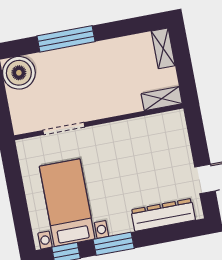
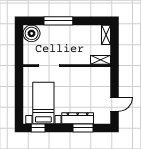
dresser: (163, 215) -> (78, 118), moved
window: (114, 244) -> (83, 128), moved

